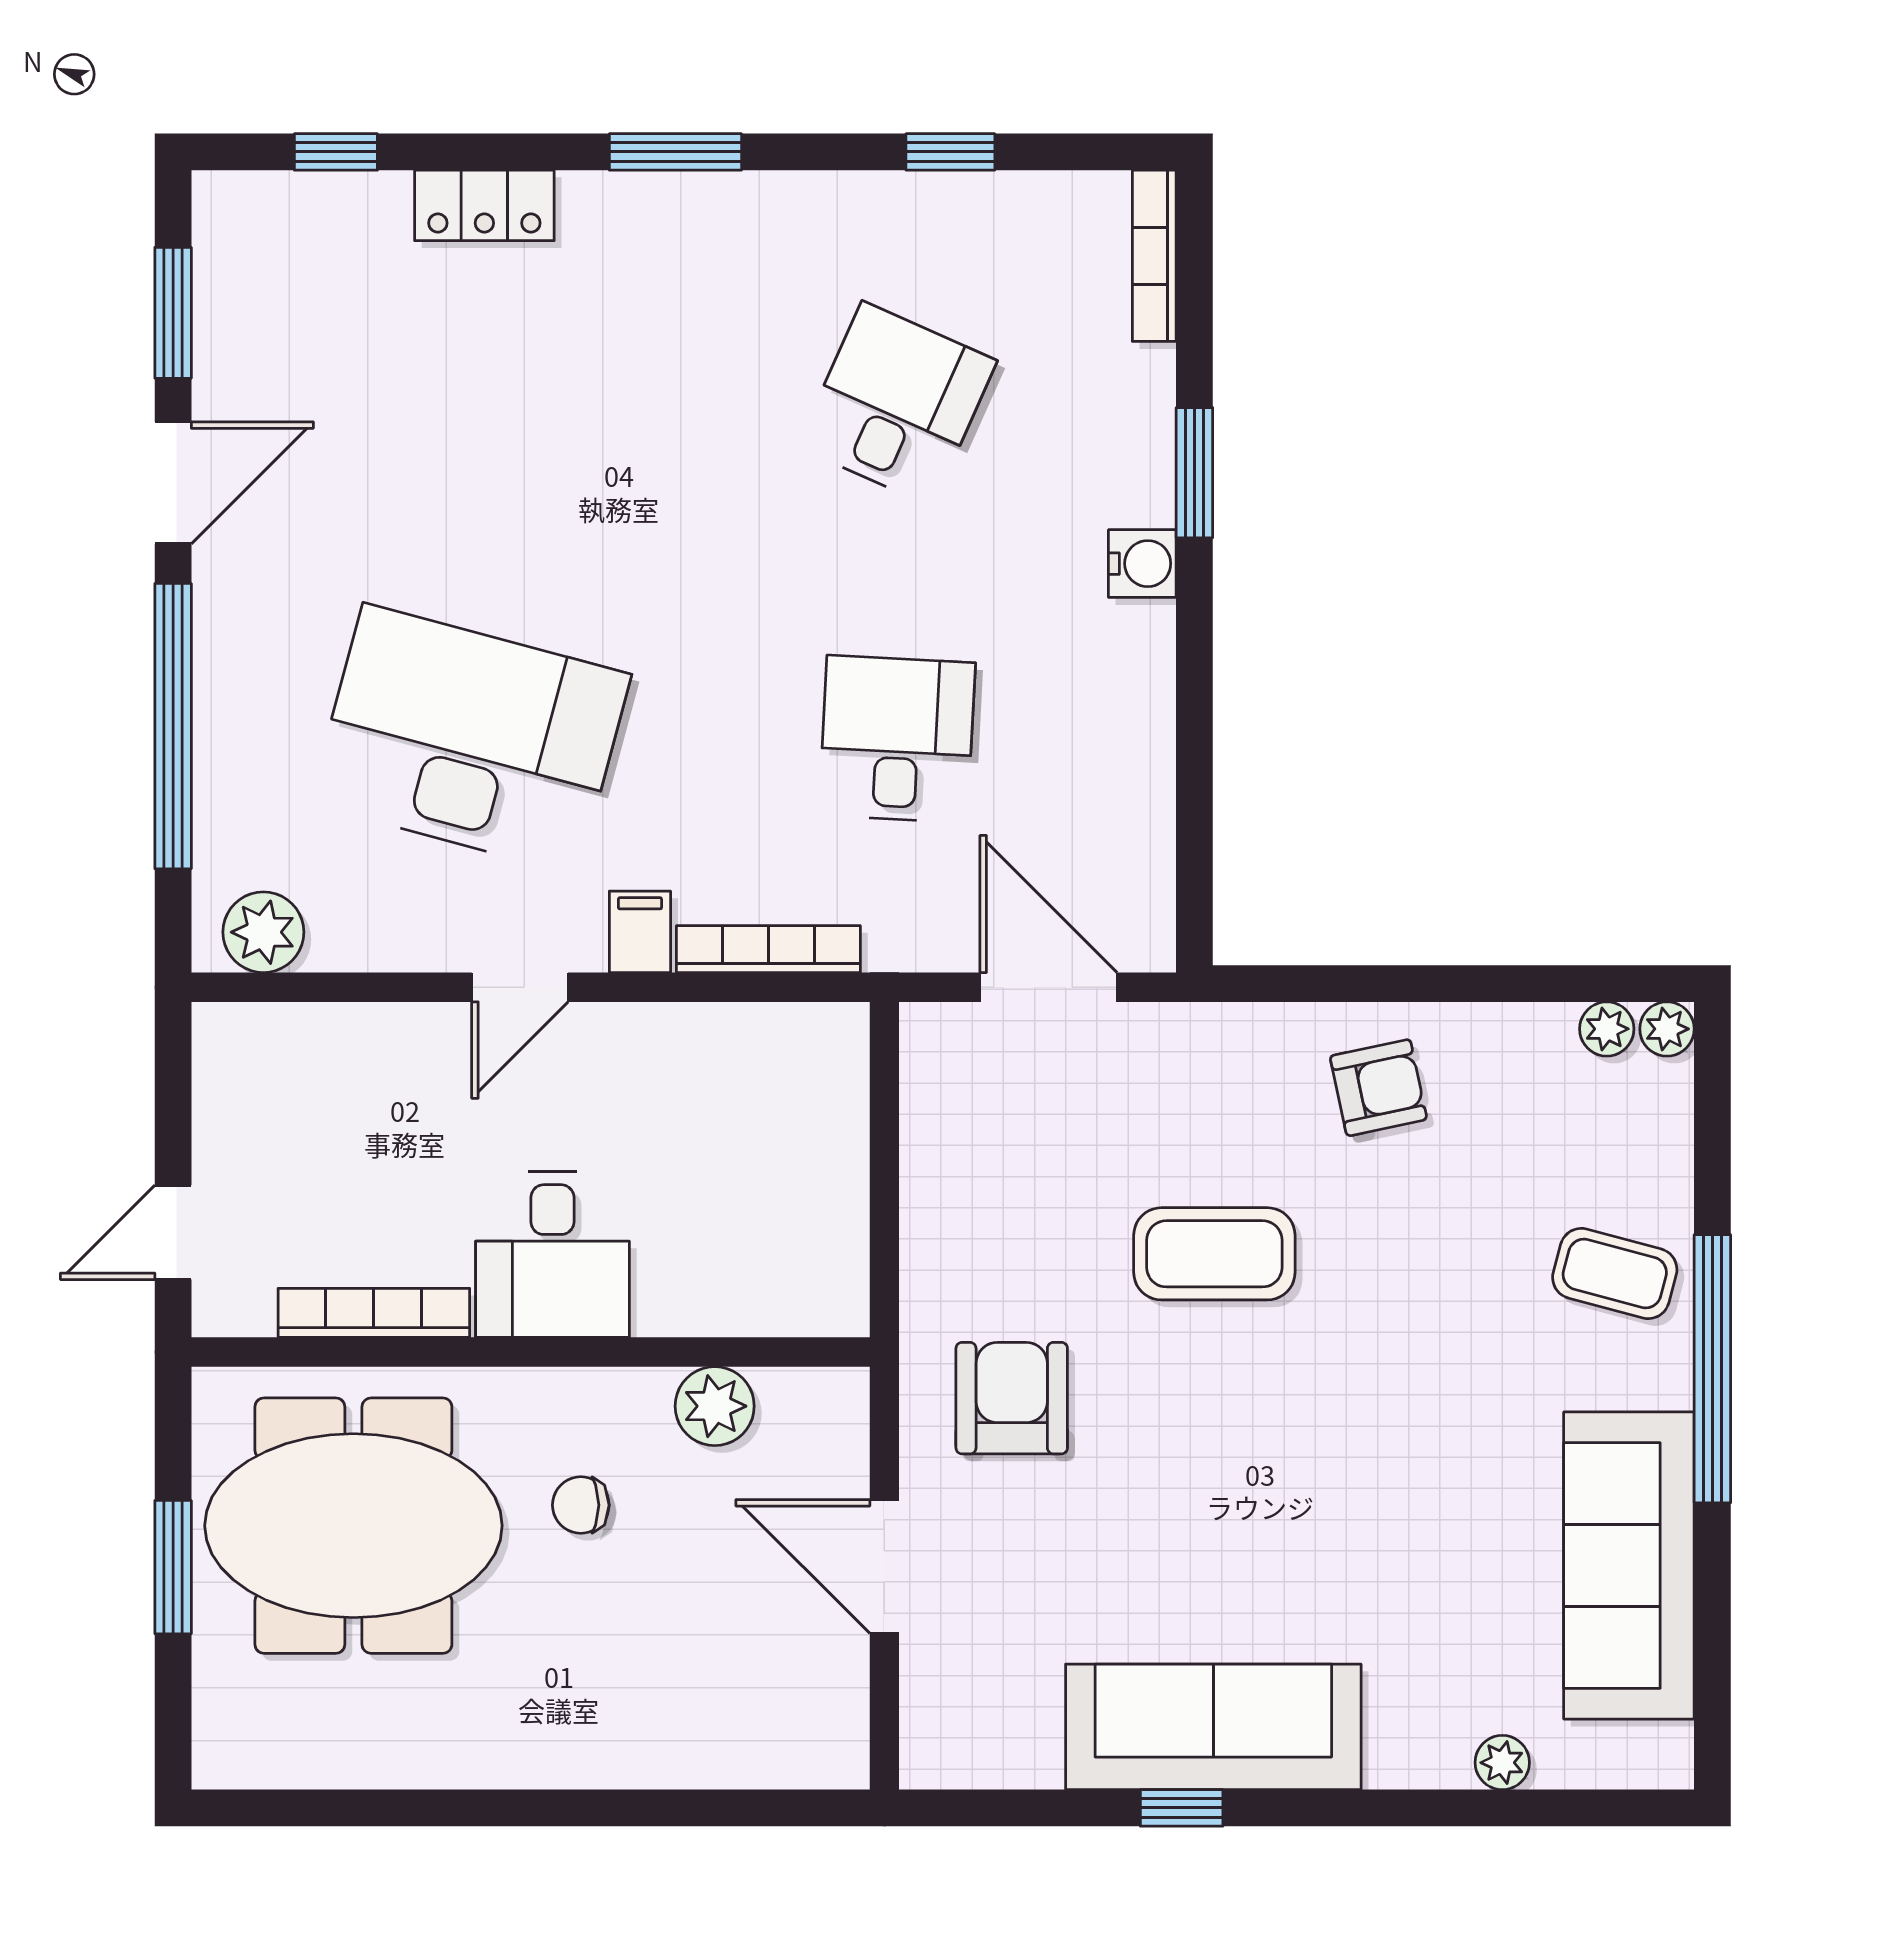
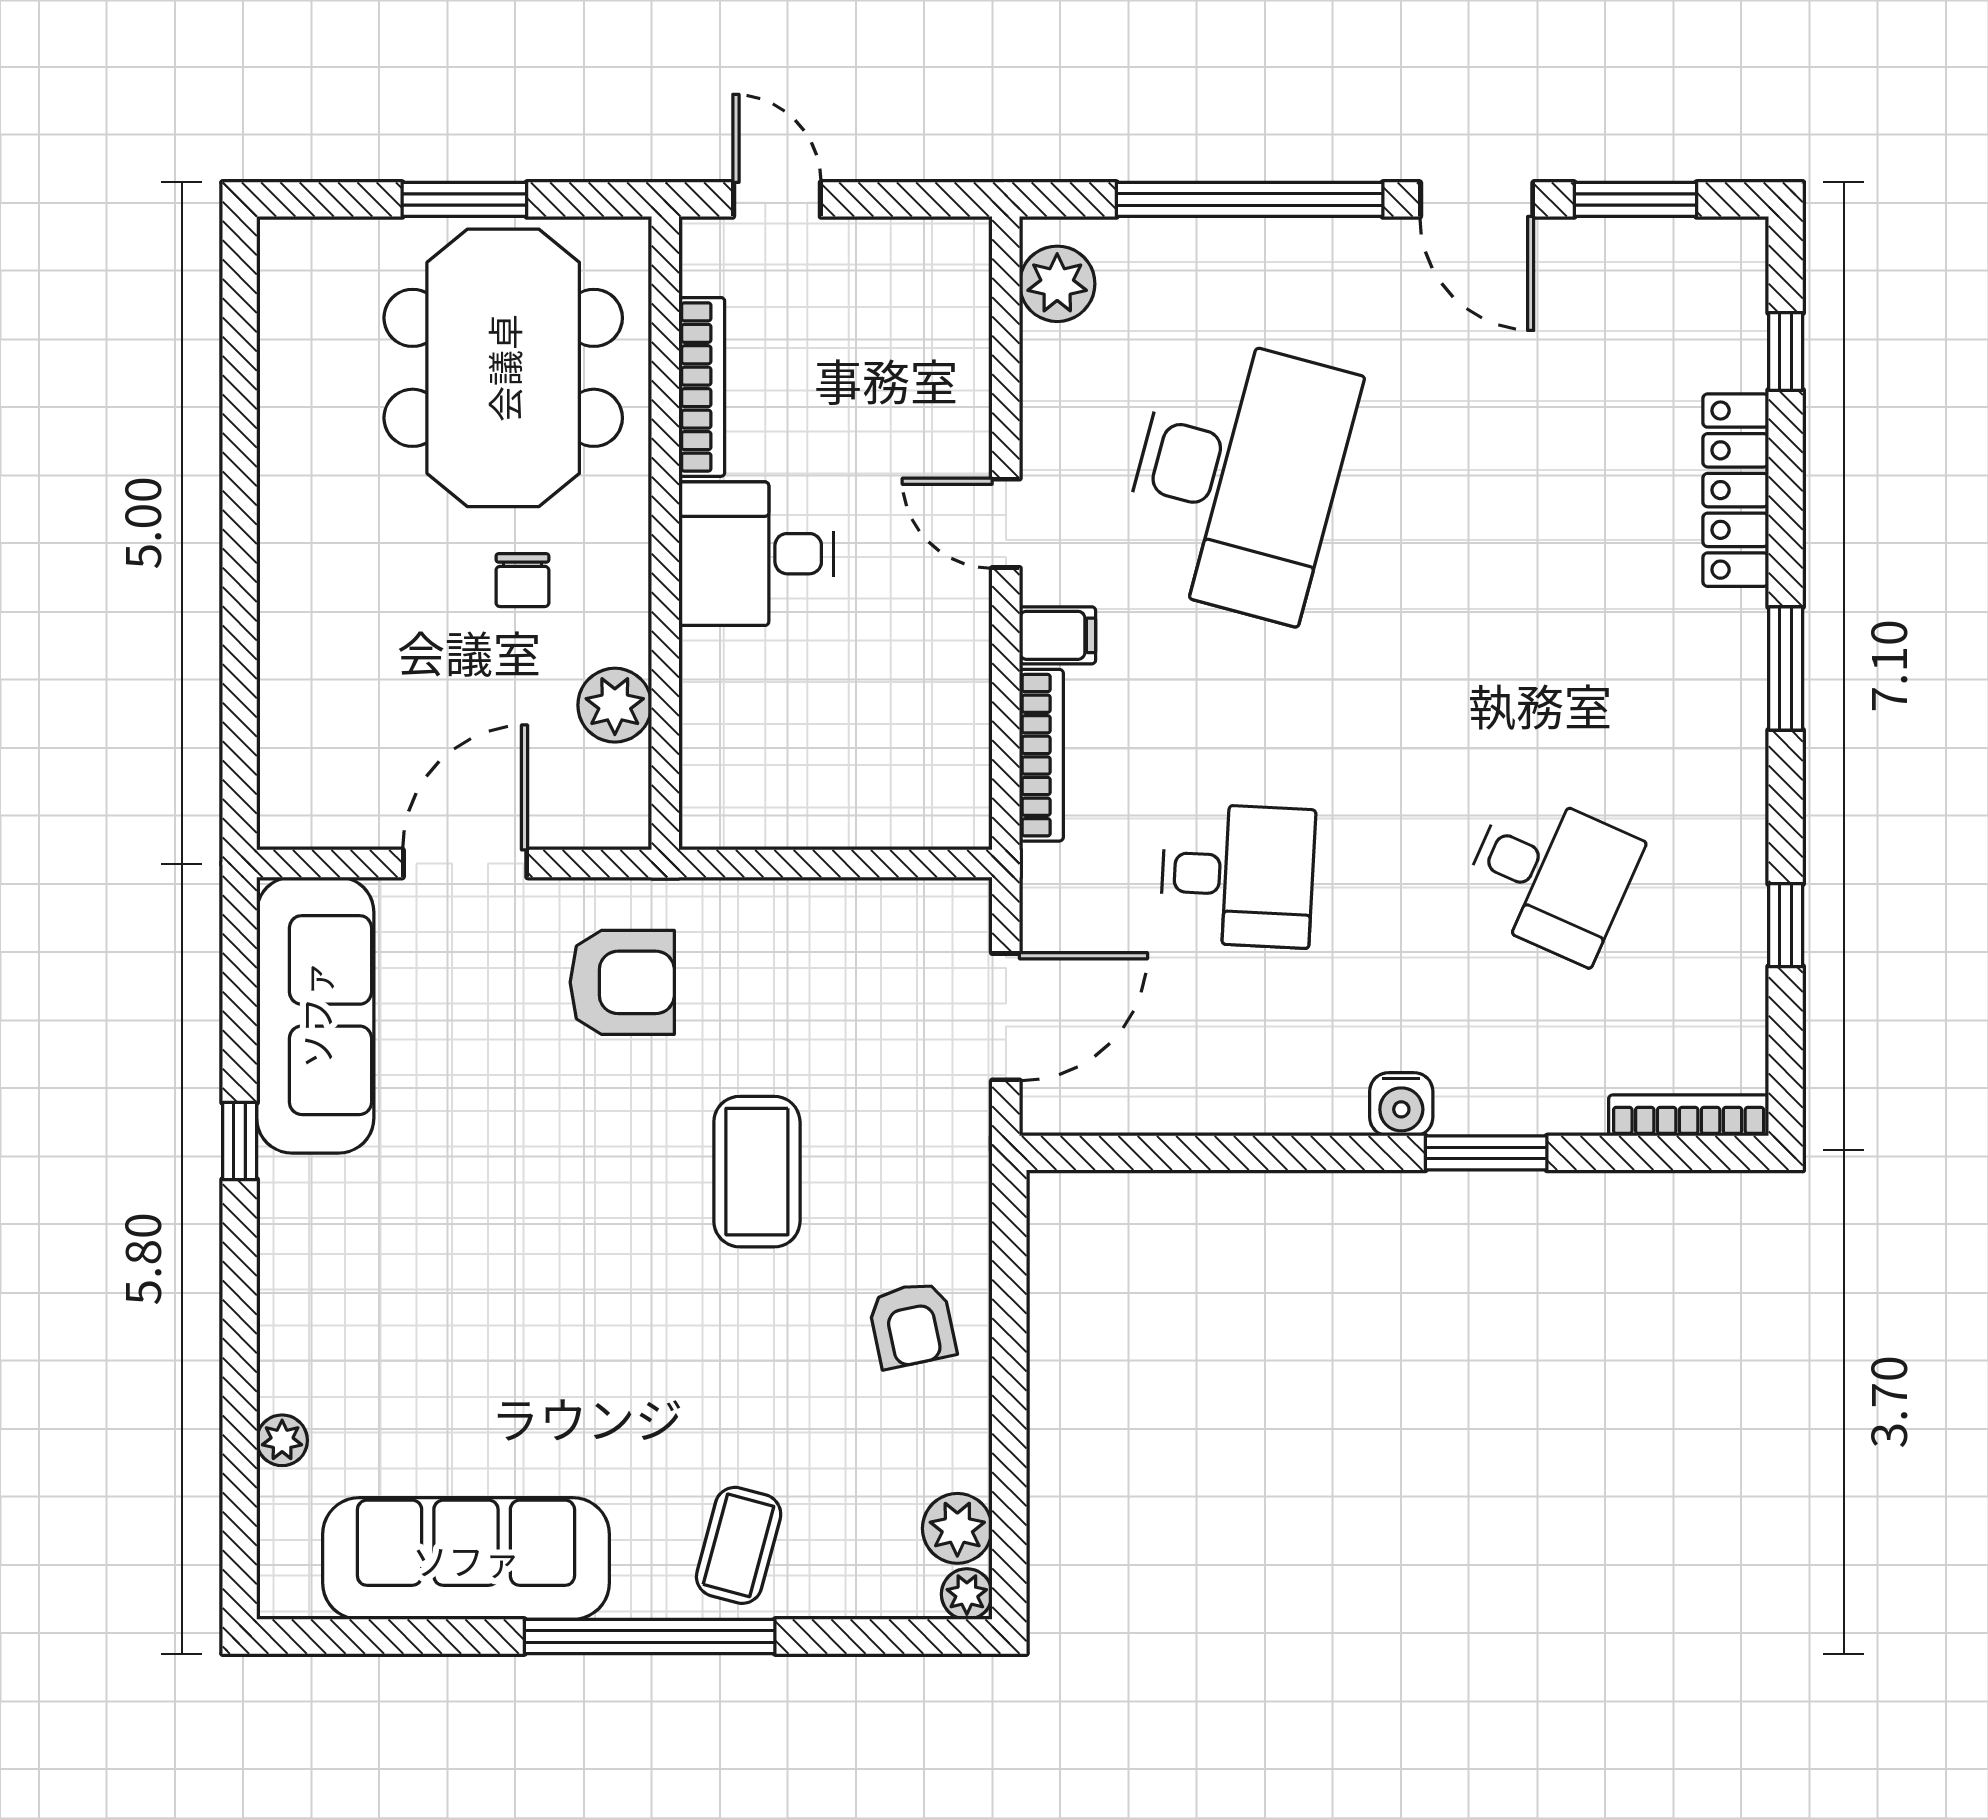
locker: (484, 205) -> (1736, 490), width x1.53
plant: (1607, 1029) -> (957, 1528), width x1.38, depth x1.38
chair: (581, 1505) -> (522, 580), turned 180
sofa: (1213, 1727) -> (315, 1015), moved

